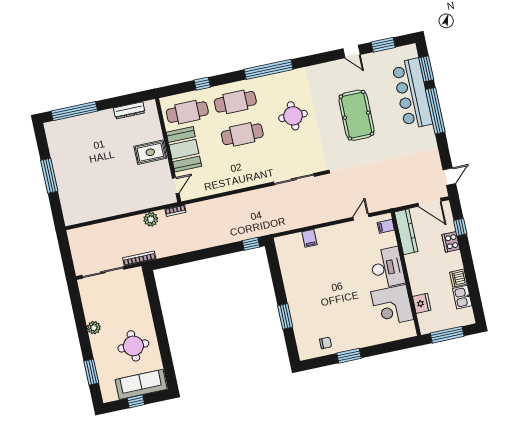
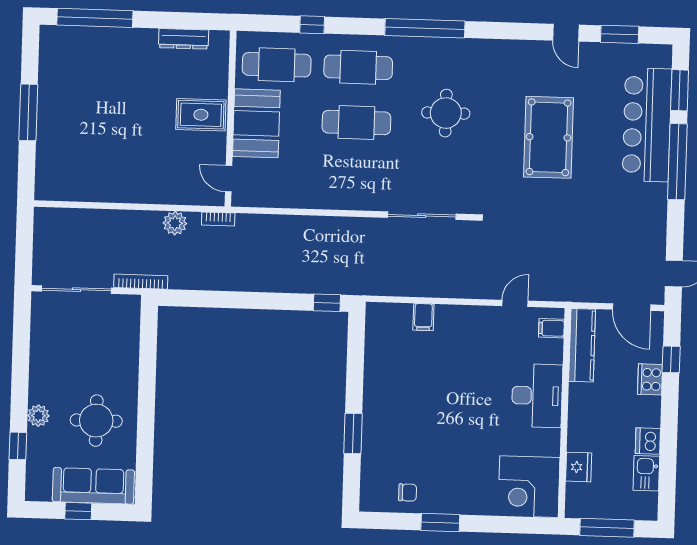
door: (176, 186) -> (229, 179), swing flipped
corner desk: (392, 306) -> (529, 487), moved
plant: (94, 328) -> (38, 416), moved
window: (91, 372) -> (18, 446), width x0.67

